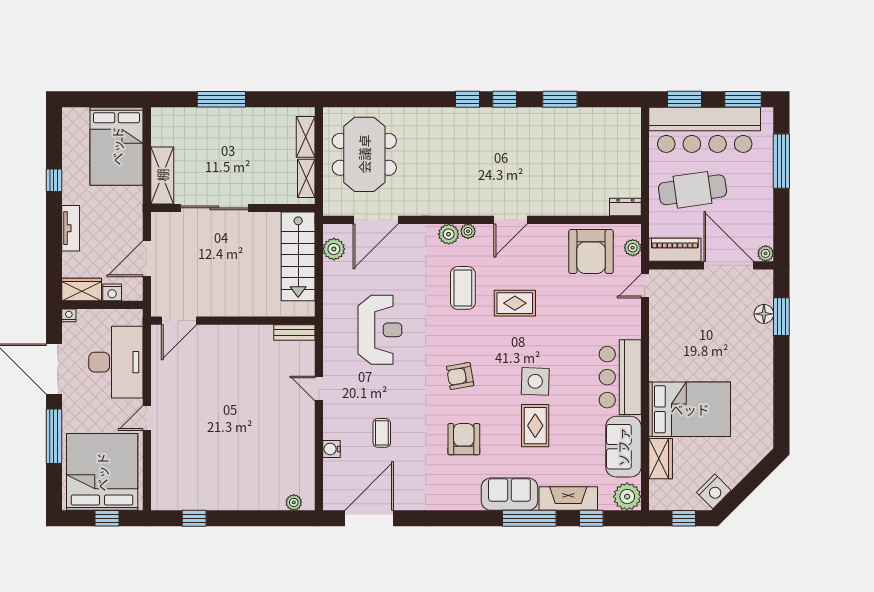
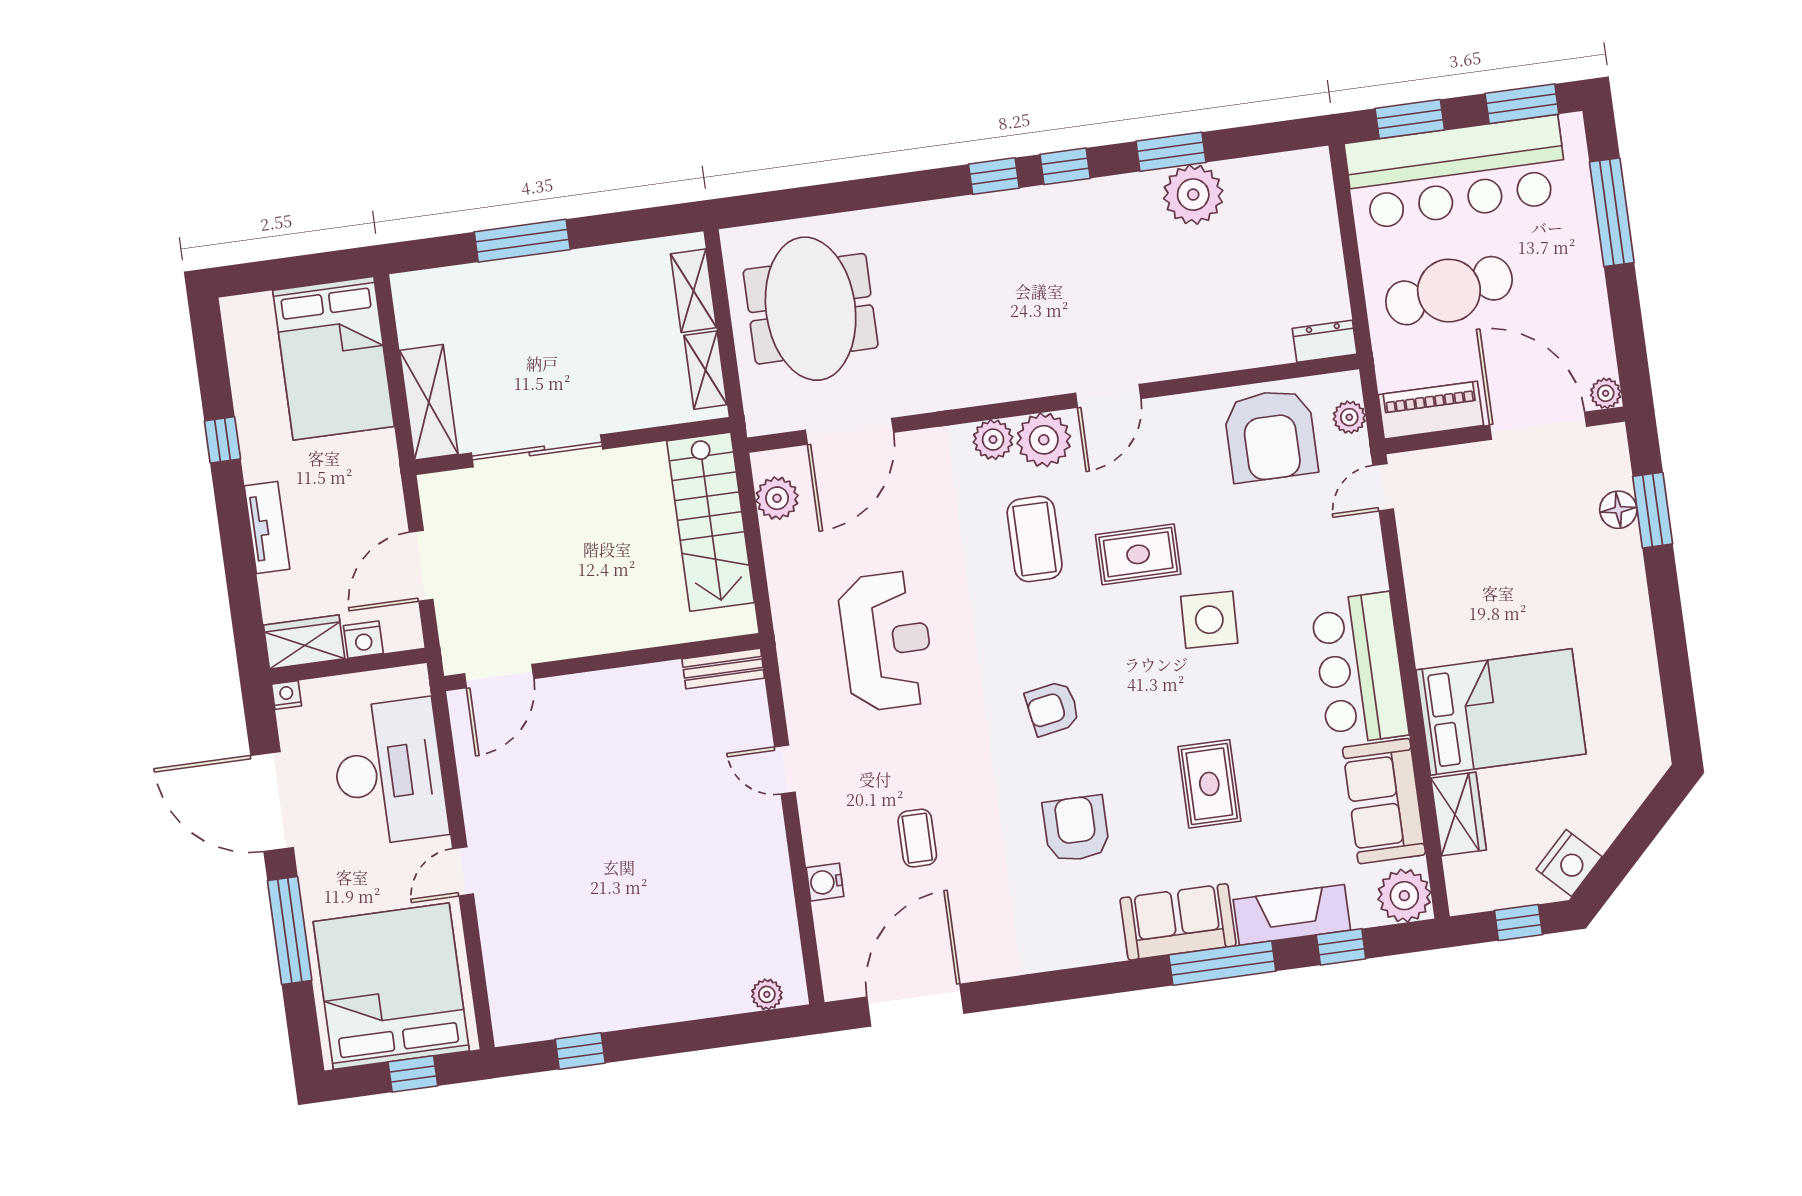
plant: (568, 123) -> (1193, 195), added
plant: (468, 231) -> (1044, 440), width x1.88, depth x1.88
side table: (535, 381) -> (1209, 620), moved

